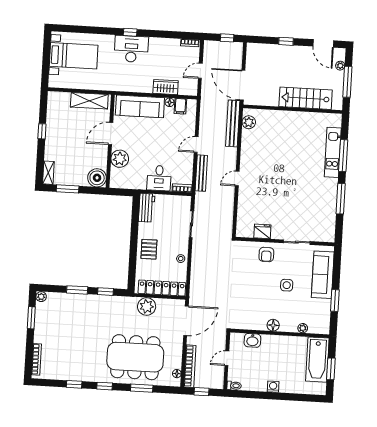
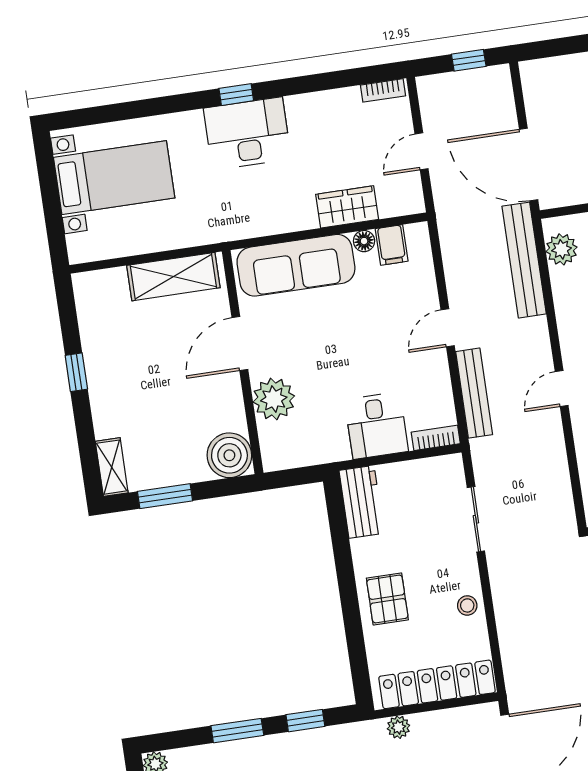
plant: (147, 306) -> (398, 727), width x0.53, depth x0.53

